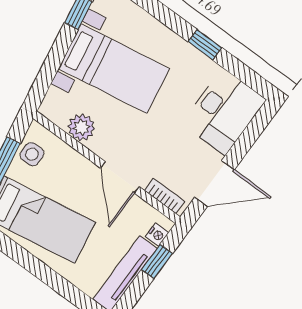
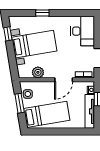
window: (205, 45) -> (42, 13), moved
door: (120, 177) -> (64, 80), hinge flipped

